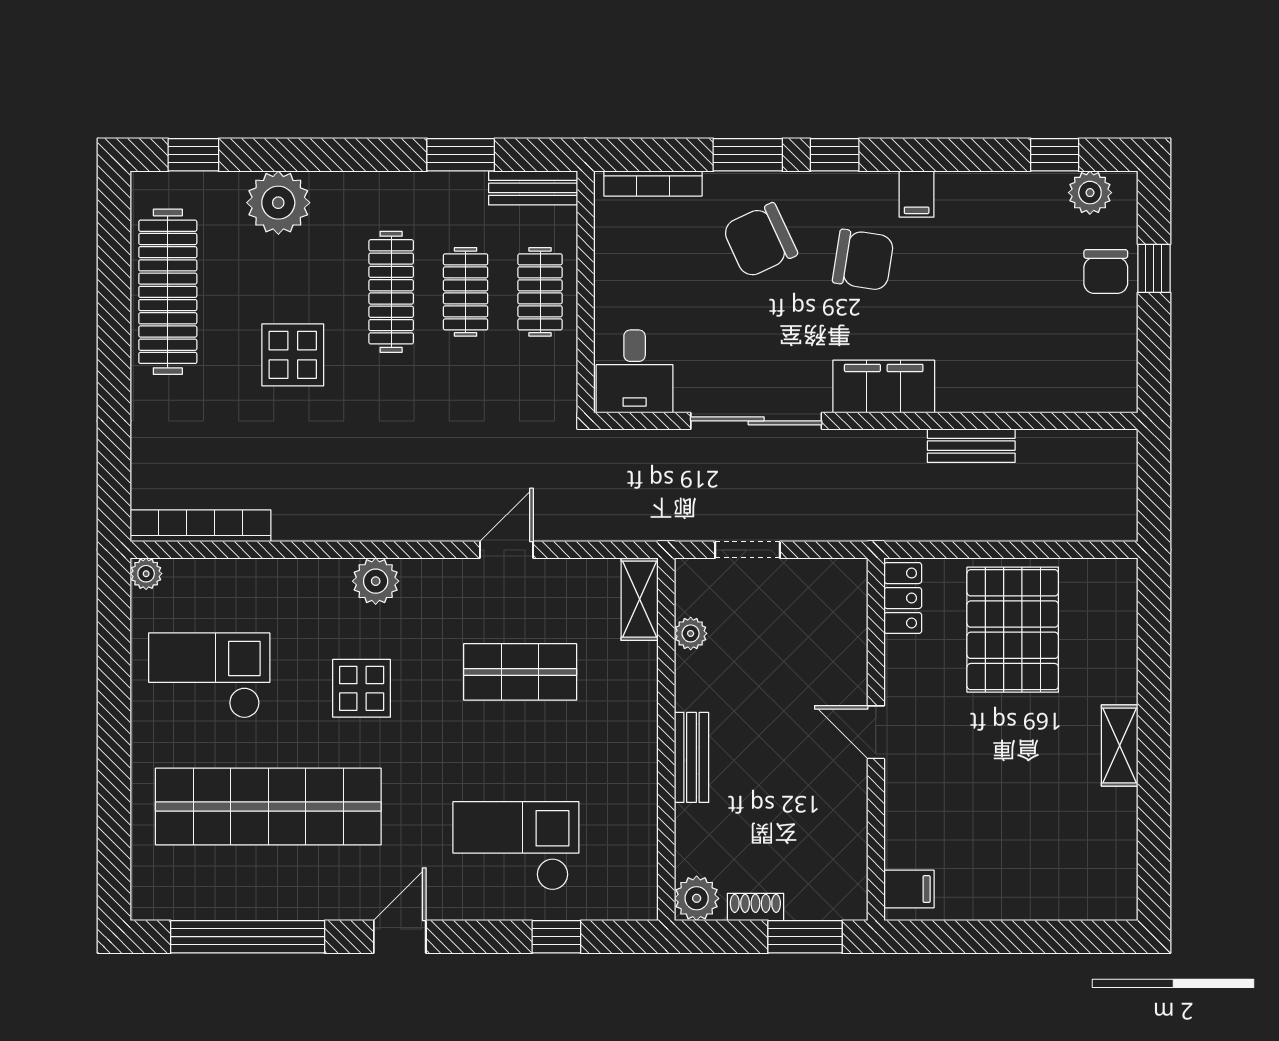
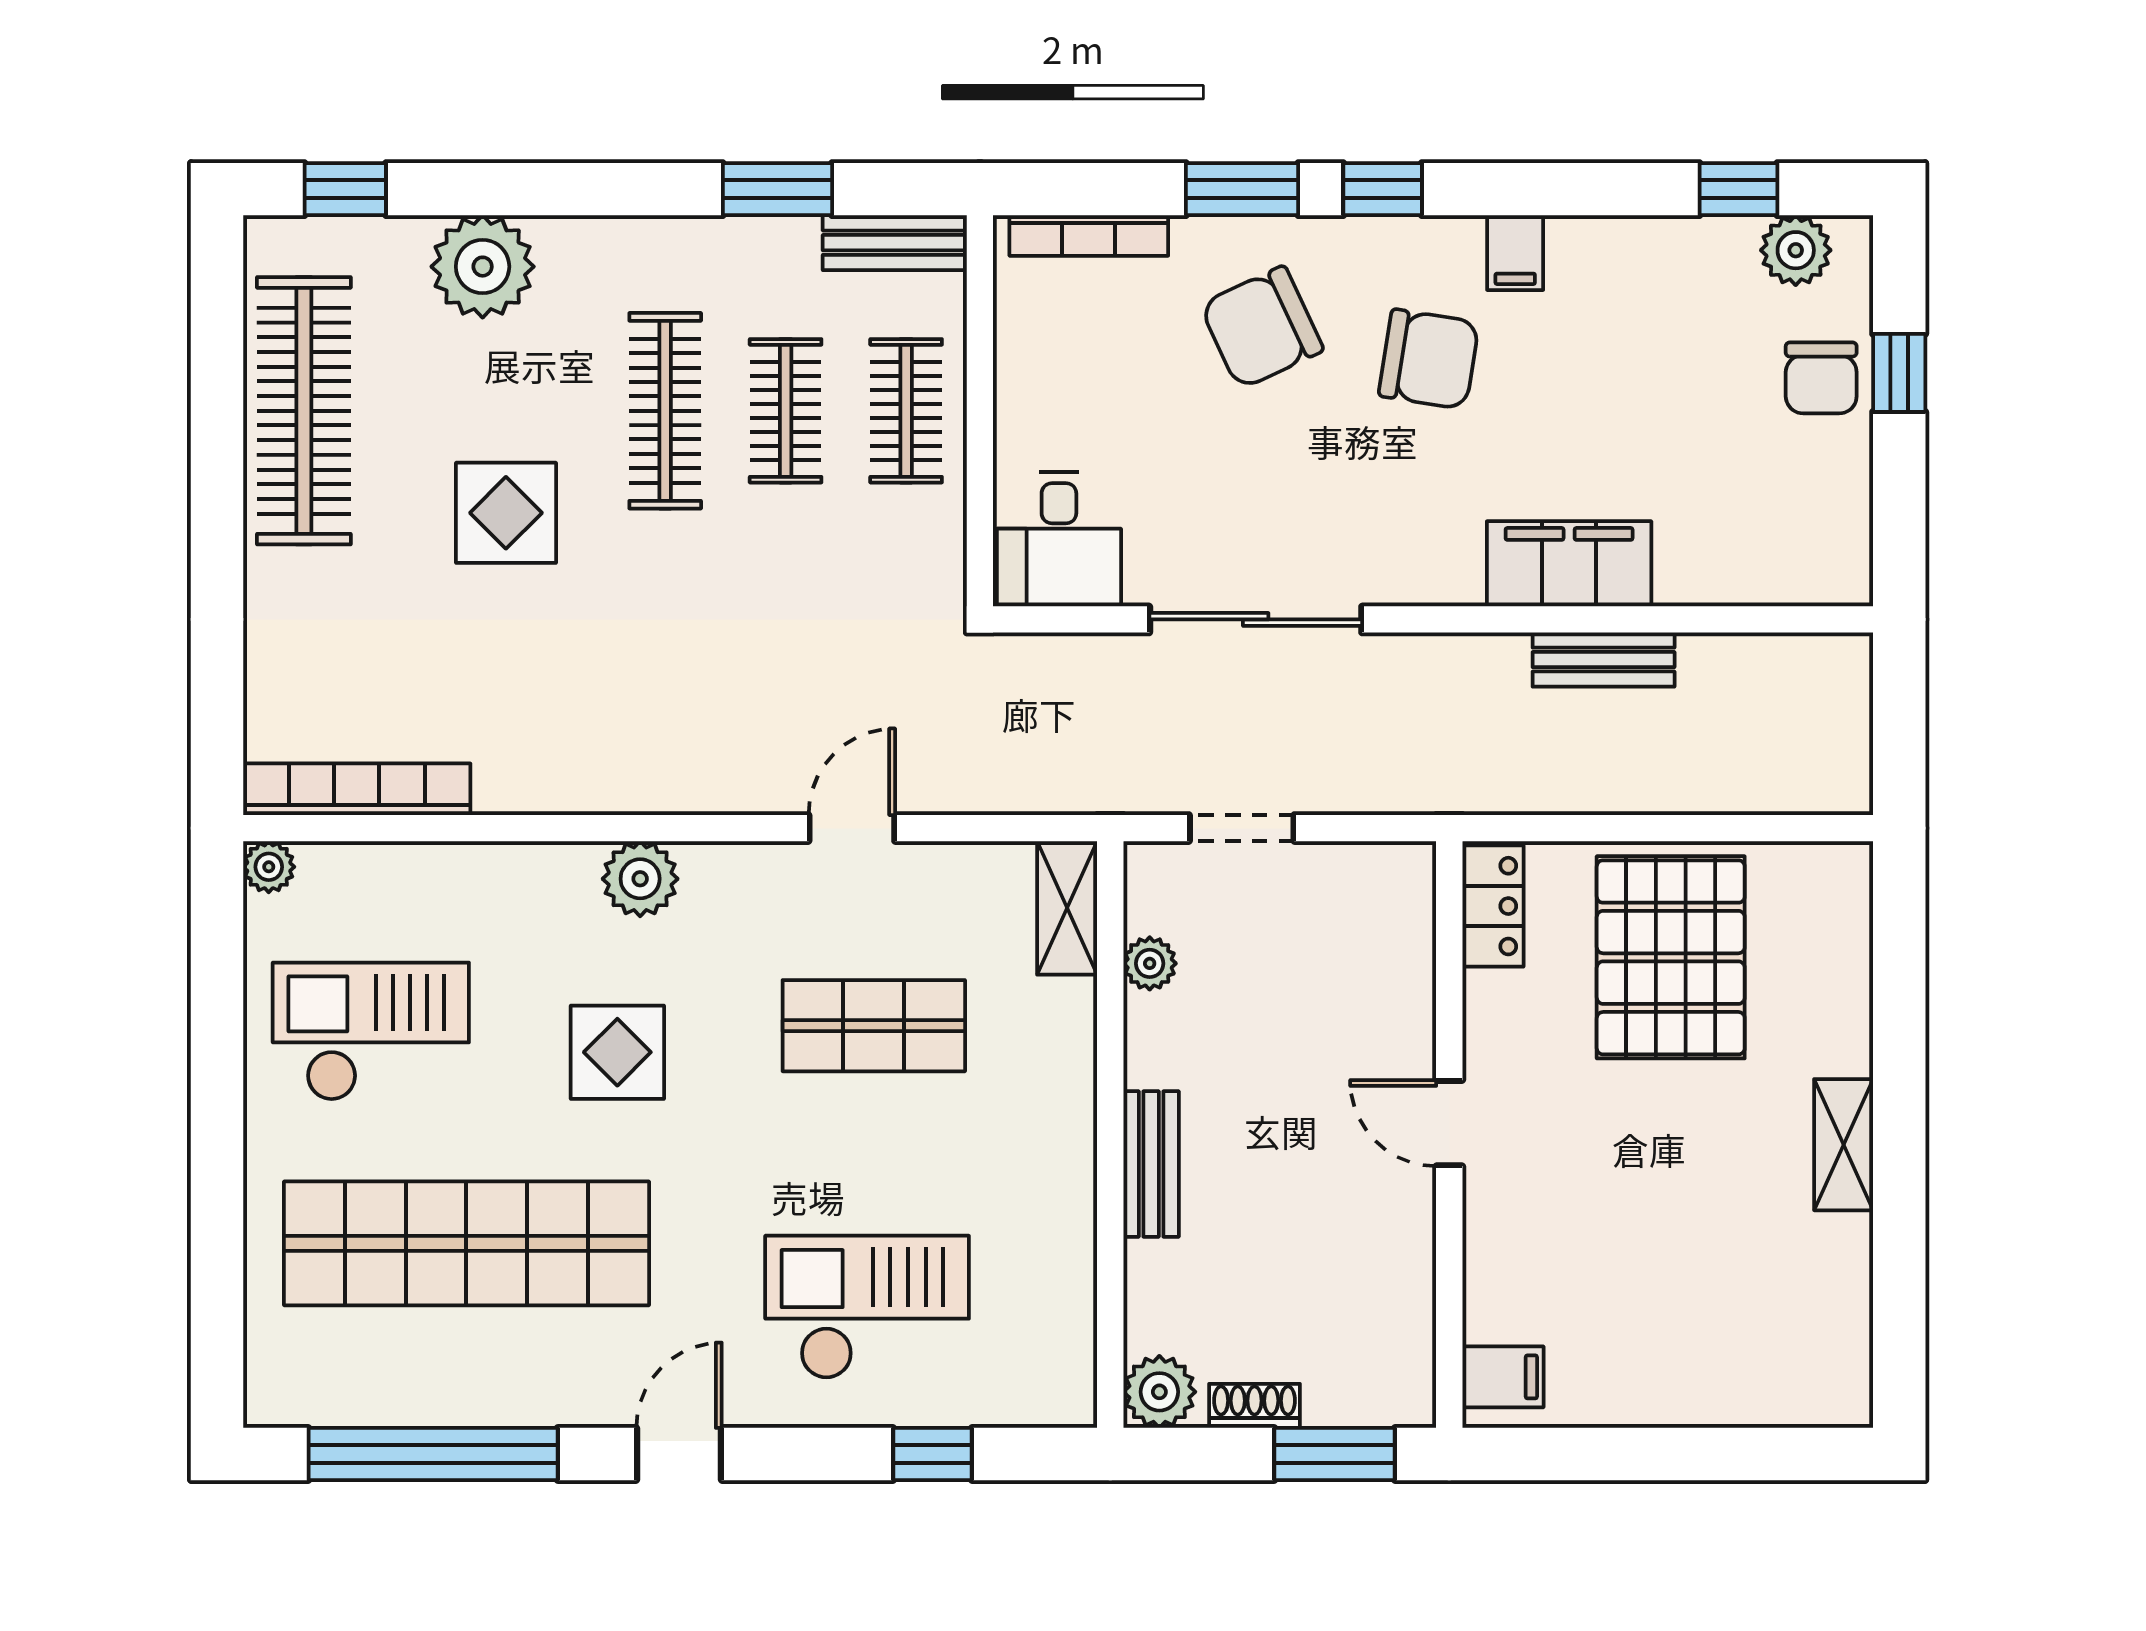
filing cabinet: (884, 386) -> (1569, 564), moved

